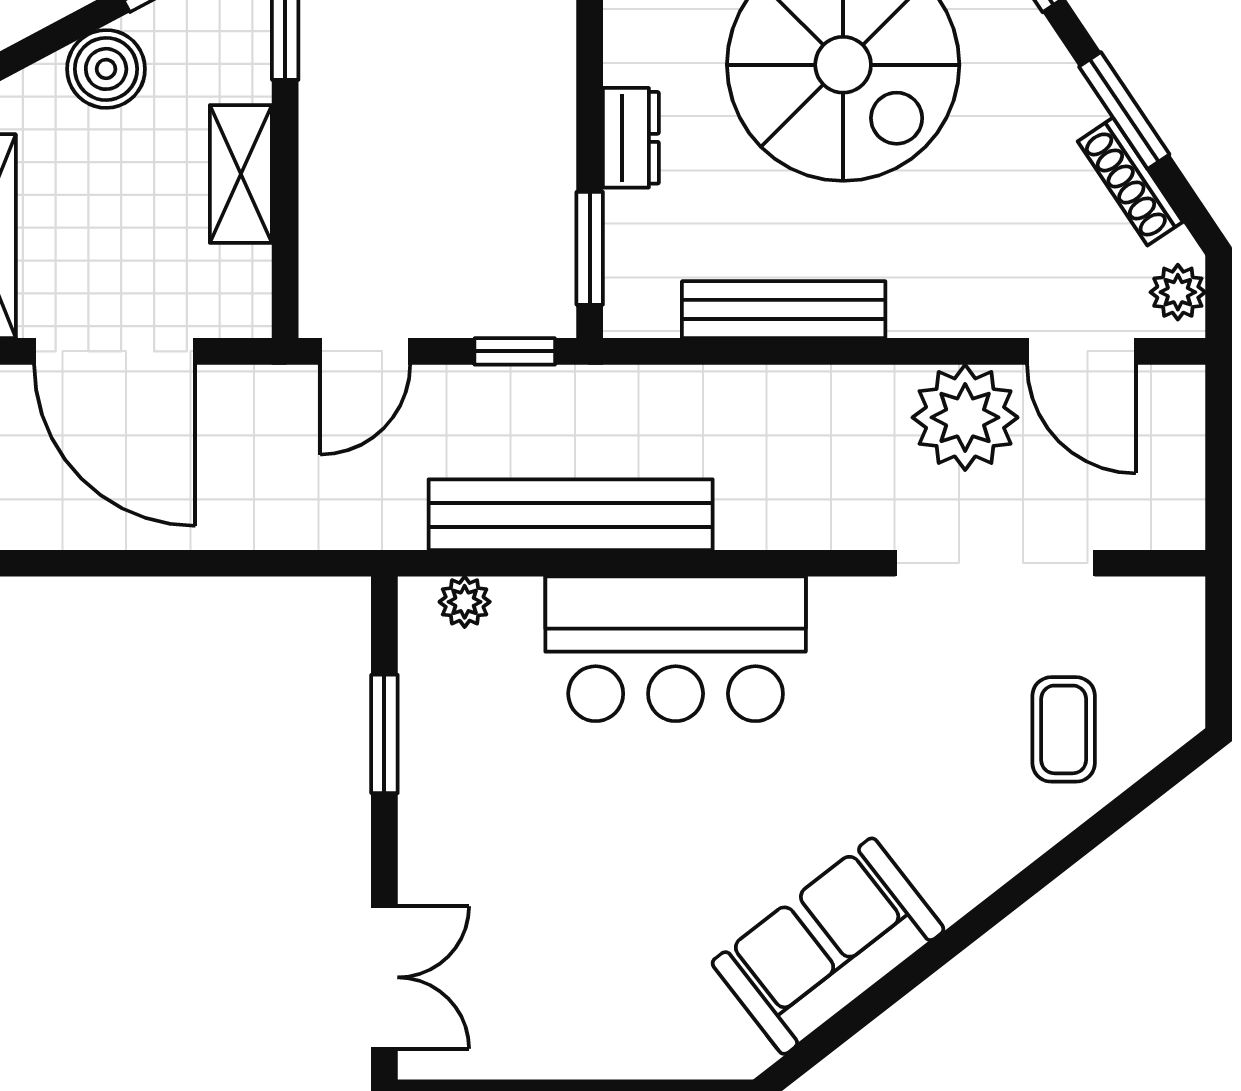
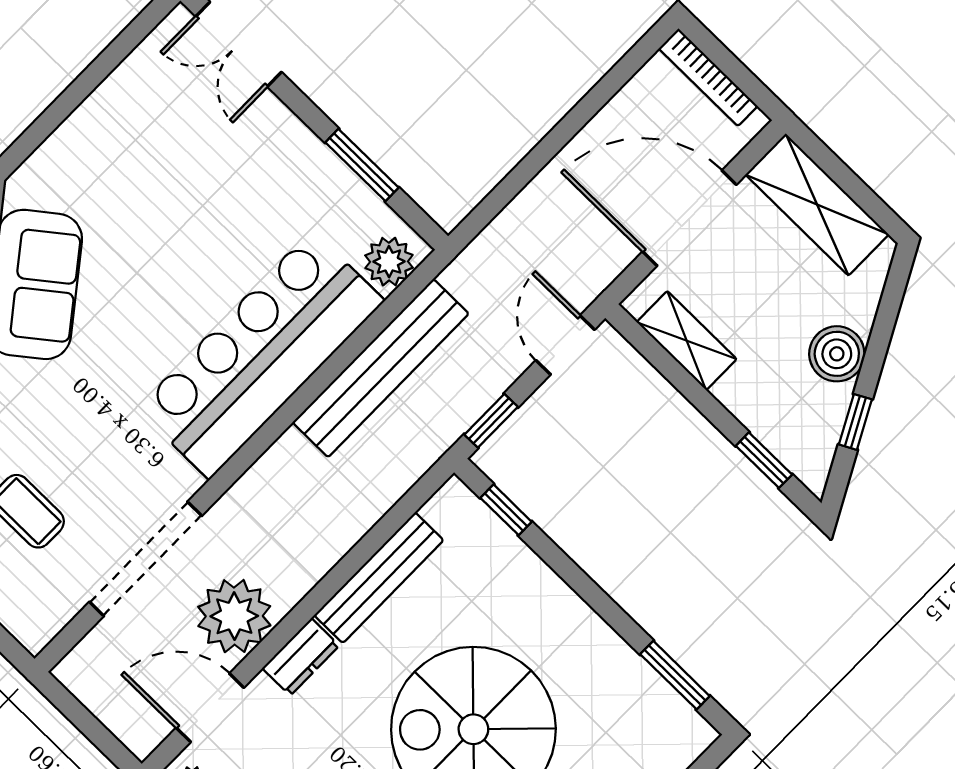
dresser: (631, 138) -> (301, 657), moved, turned -90
shelving: (241, 174) -> (687, 341), moved
window: (590, 248) -> (506, 510), width x0.67
plant: (465, 602) -> (389, 262), width x1.38, depth x1.38
bar counter: (676, 649) -> (261, 355), width x1.36

